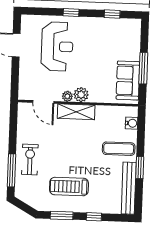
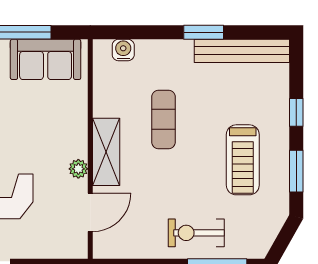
plant: (81, 95) -> (75, 144), removed
exercise mat: (119, 149) -> (163, 119), moved

